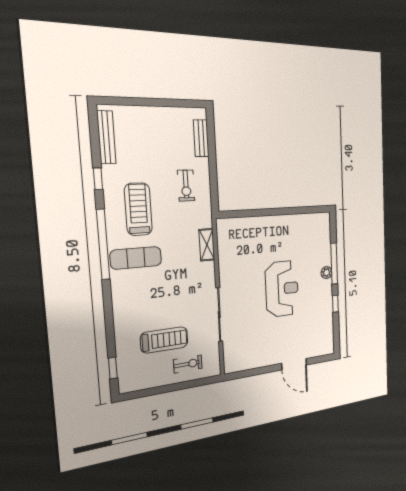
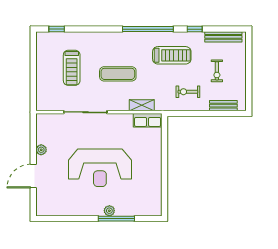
row of seats: (225, 236) -> (148, 120), added
exercise mat: (136, 258) -> (118, 74), moved, turned 90
reception desk: (282, 289) -> (100, 168), width x1.36, depth x1.30
window: (335, 304) -> (81, 219), removed
plant: (265, 361) -> (41, 150), added
exercise bike: (188, 364) -> (217, 71), moved

